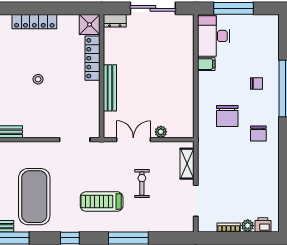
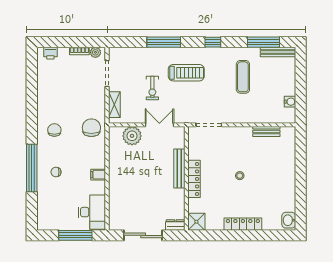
locker: (92, 58) -> (194, 179), moved
filing cabinet: (206, 64) -> (98, 175), moved
chair: (227, 116) -> (91, 128), moved
plant: (161, 132) -> (132, 136), width x1.87, depth x1.87
double door: (133, 140) -> (159, 125), swing flipped
exercise mat: (34, 197) -> (243, 77), width x0.50, depth x0.69
plant: (248, 226) -> (95, 52), moved

